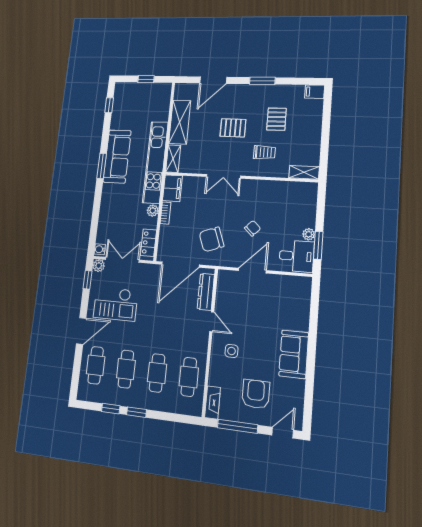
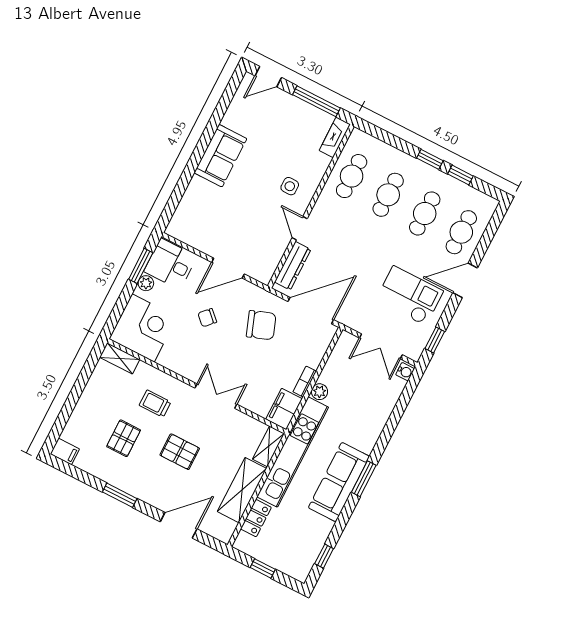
corner desk: (296, 201) -> (143, 328), added
locker: (148, 243) -> (256, 518), moved
plant: (99, 266) -> (414, 352), removed
armchair: (256, 394) -> (281, 129), removed

